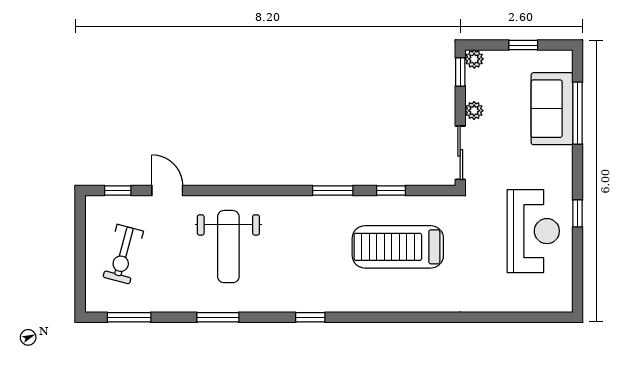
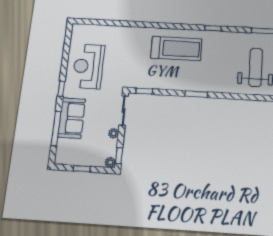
sofa: (552, 109) -> (72, 118), moved
window: (391, 190) -> (144, 91), moved
window: (578, 213) -> (61, 89), moved
treadmill: (398, 247) -> (176, 48), moved

